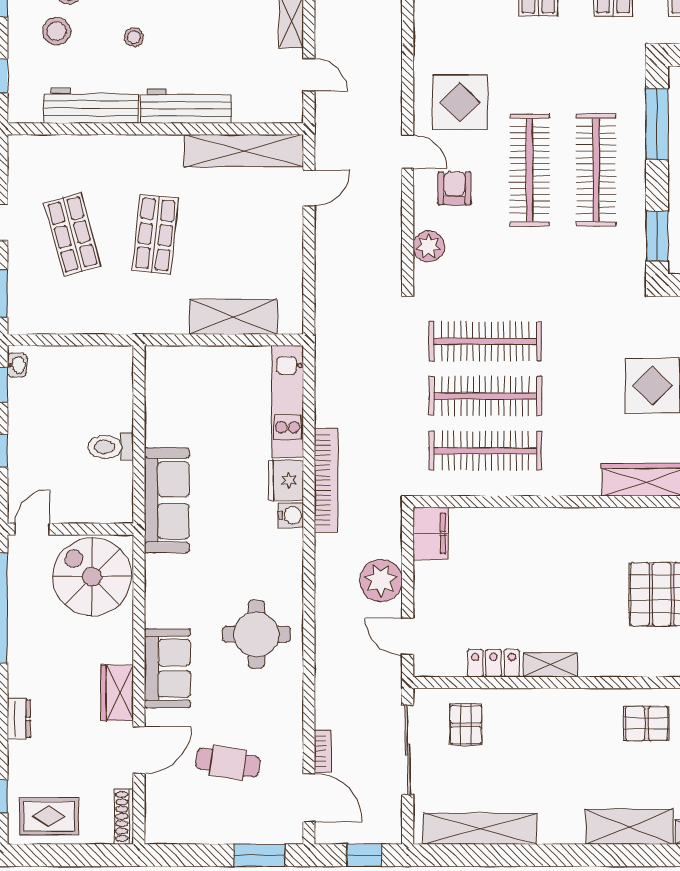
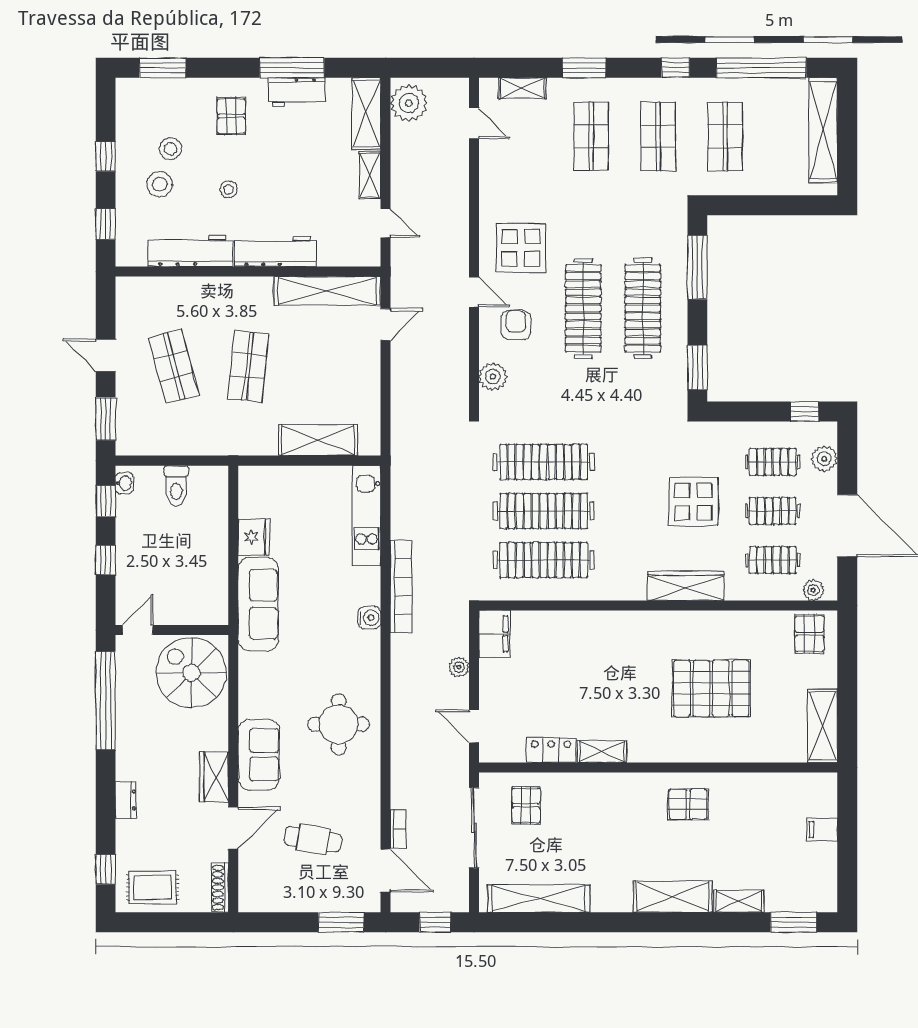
toilet: (111, 447) -> (176, 486), moved, turned -90
fridge: (286, 480) -> (254, 537), moved, turned 180
plant: (381, 580) -> (459, 667), width x0.53, depth x0.53

